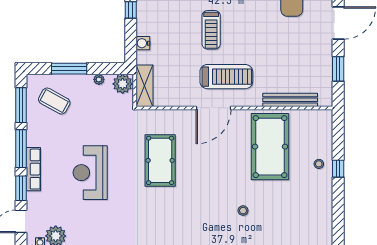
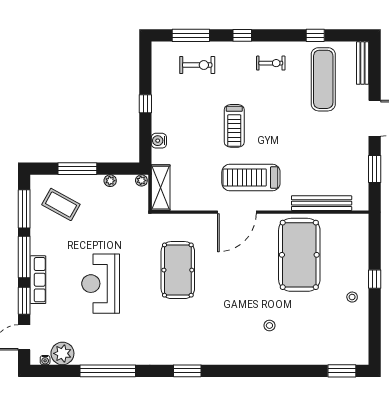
treadmill: (226, 77) -> (251, 177), turned 180
plant: (123, 84) -> (141, 180), width x0.53, depth x0.53
stool: (319, 164) -> (352, 297), moved

